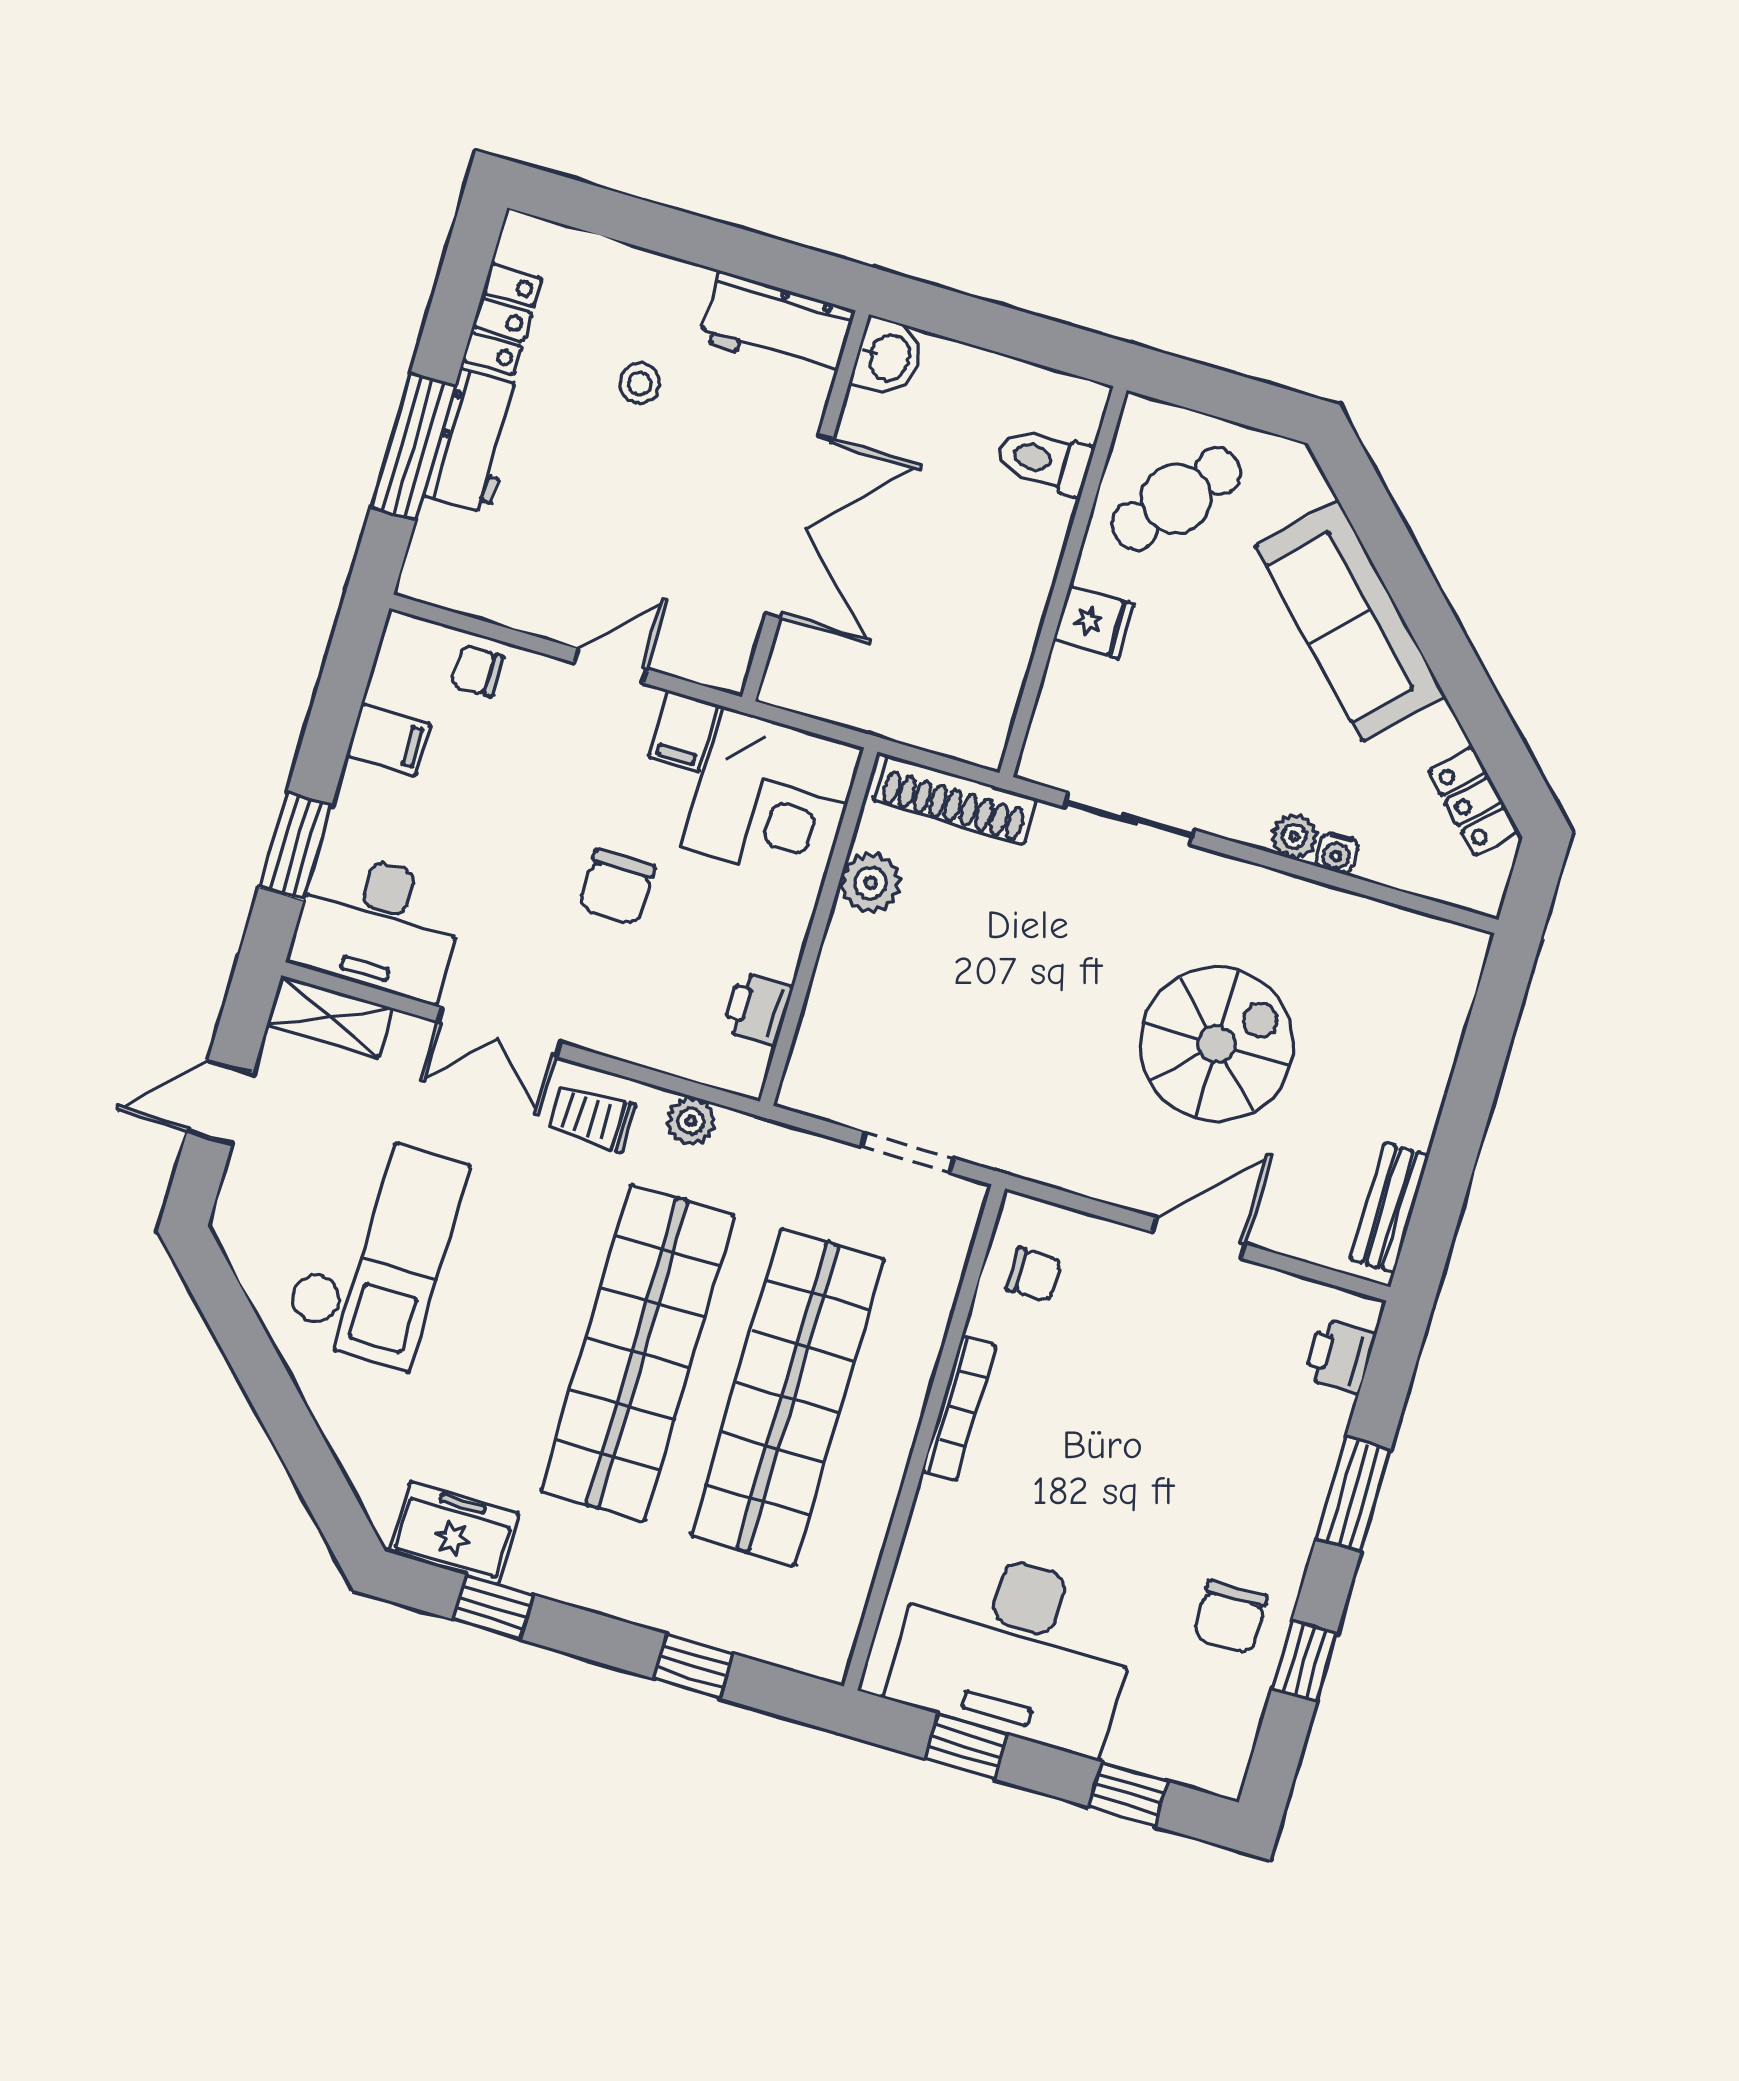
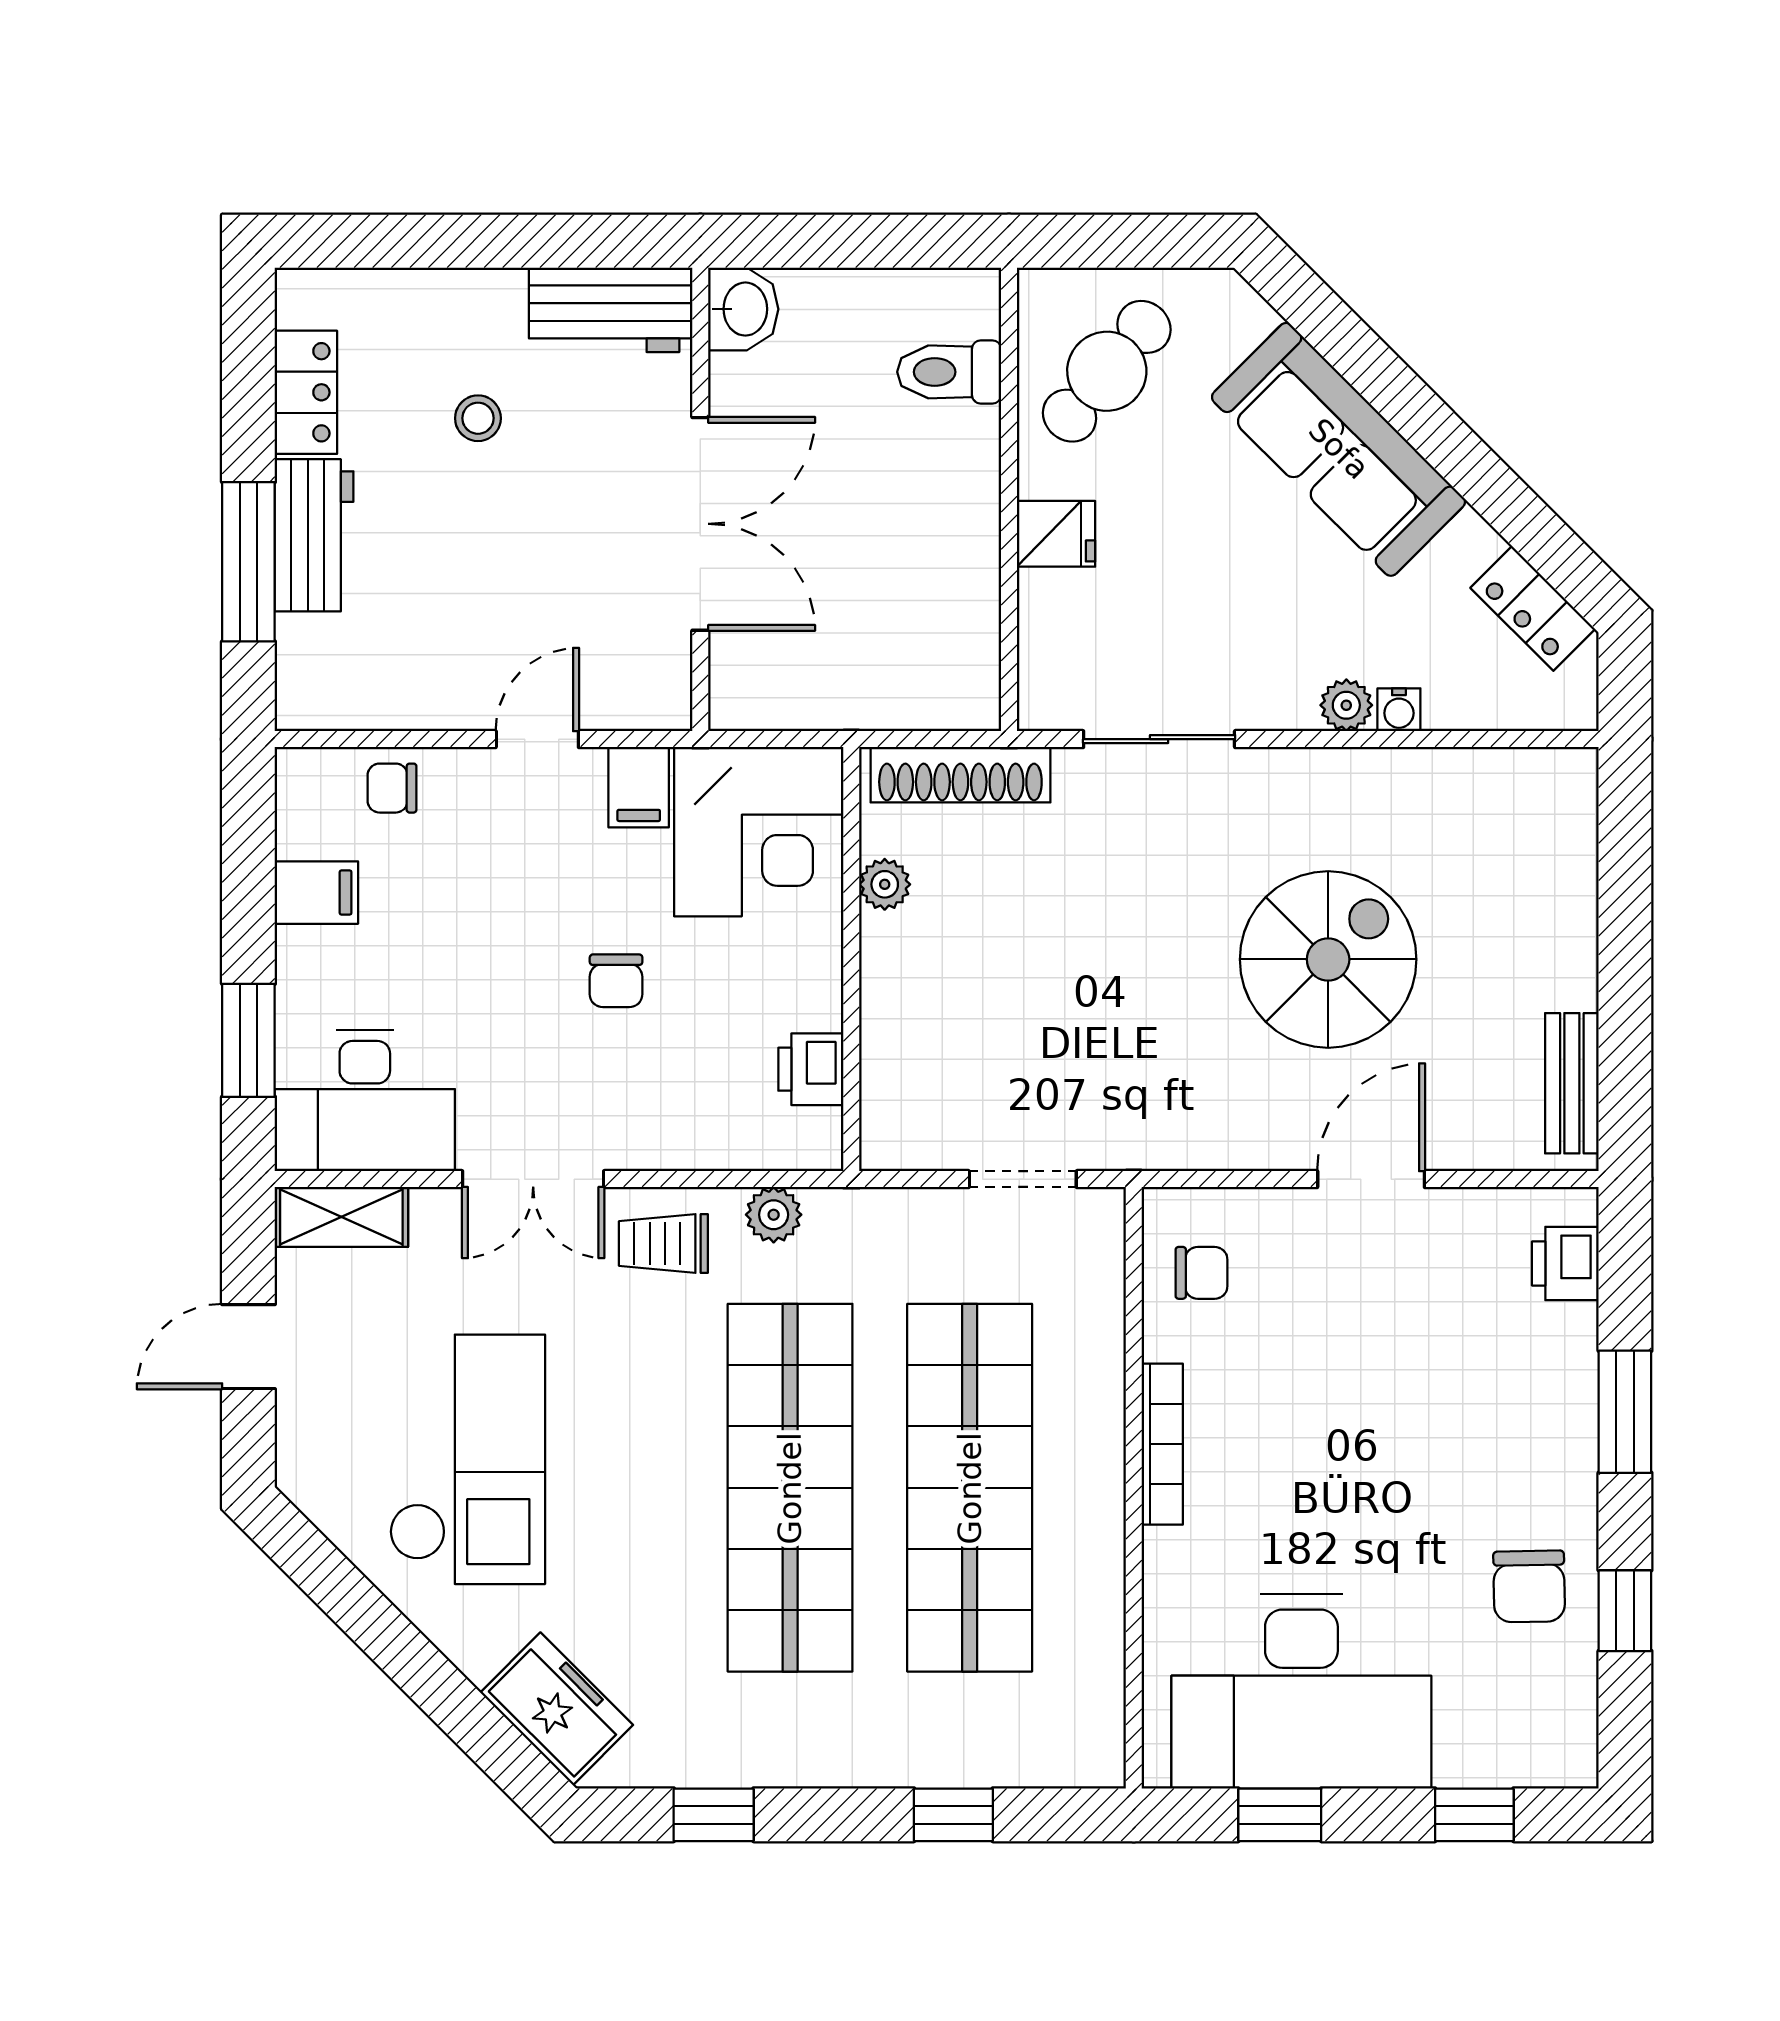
plant: (870, 883) -> (885, 884), width x0.73, depth x0.73
chair: (617, 887) -> (616, 981), width x0.73, depth x0.73
freezer: (454, 1533) -> (557, 1709), moved, turned 45

